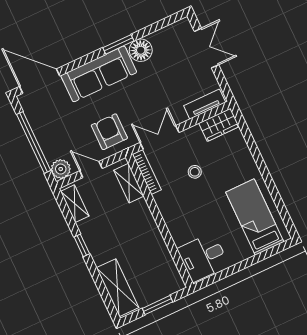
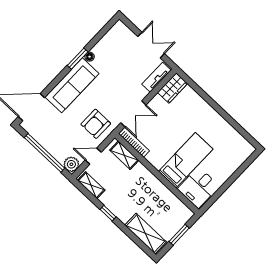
double door: (206, 48) -> (151, 45), moved
floor lamp: (141, 50) -> (90, 57), width x0.53, depth x0.53
armchair: (109, 132) -> (96, 124), turned -90
double door: (159, 137) -> (133, 114), swing flipped
stool: (195, 172) -> (168, 129), removed
bed: (255, 217) -> (186, 160), moved, turned 90

